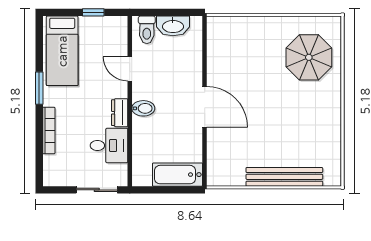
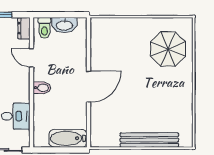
door: (205, 107) -> (89, 87), hinge flipped
dresser: (120, 113) -> (24, 28), moved

